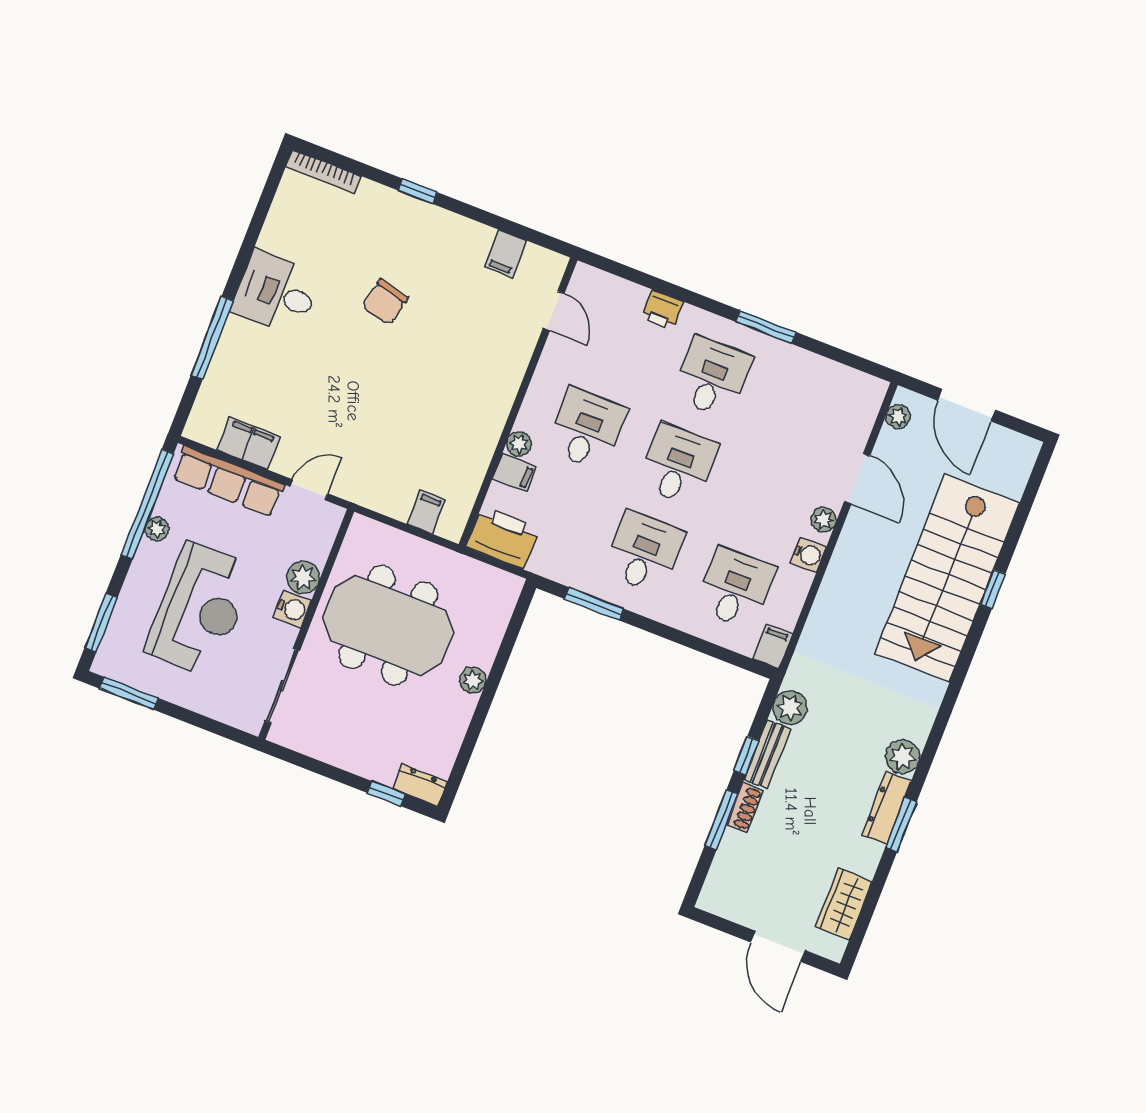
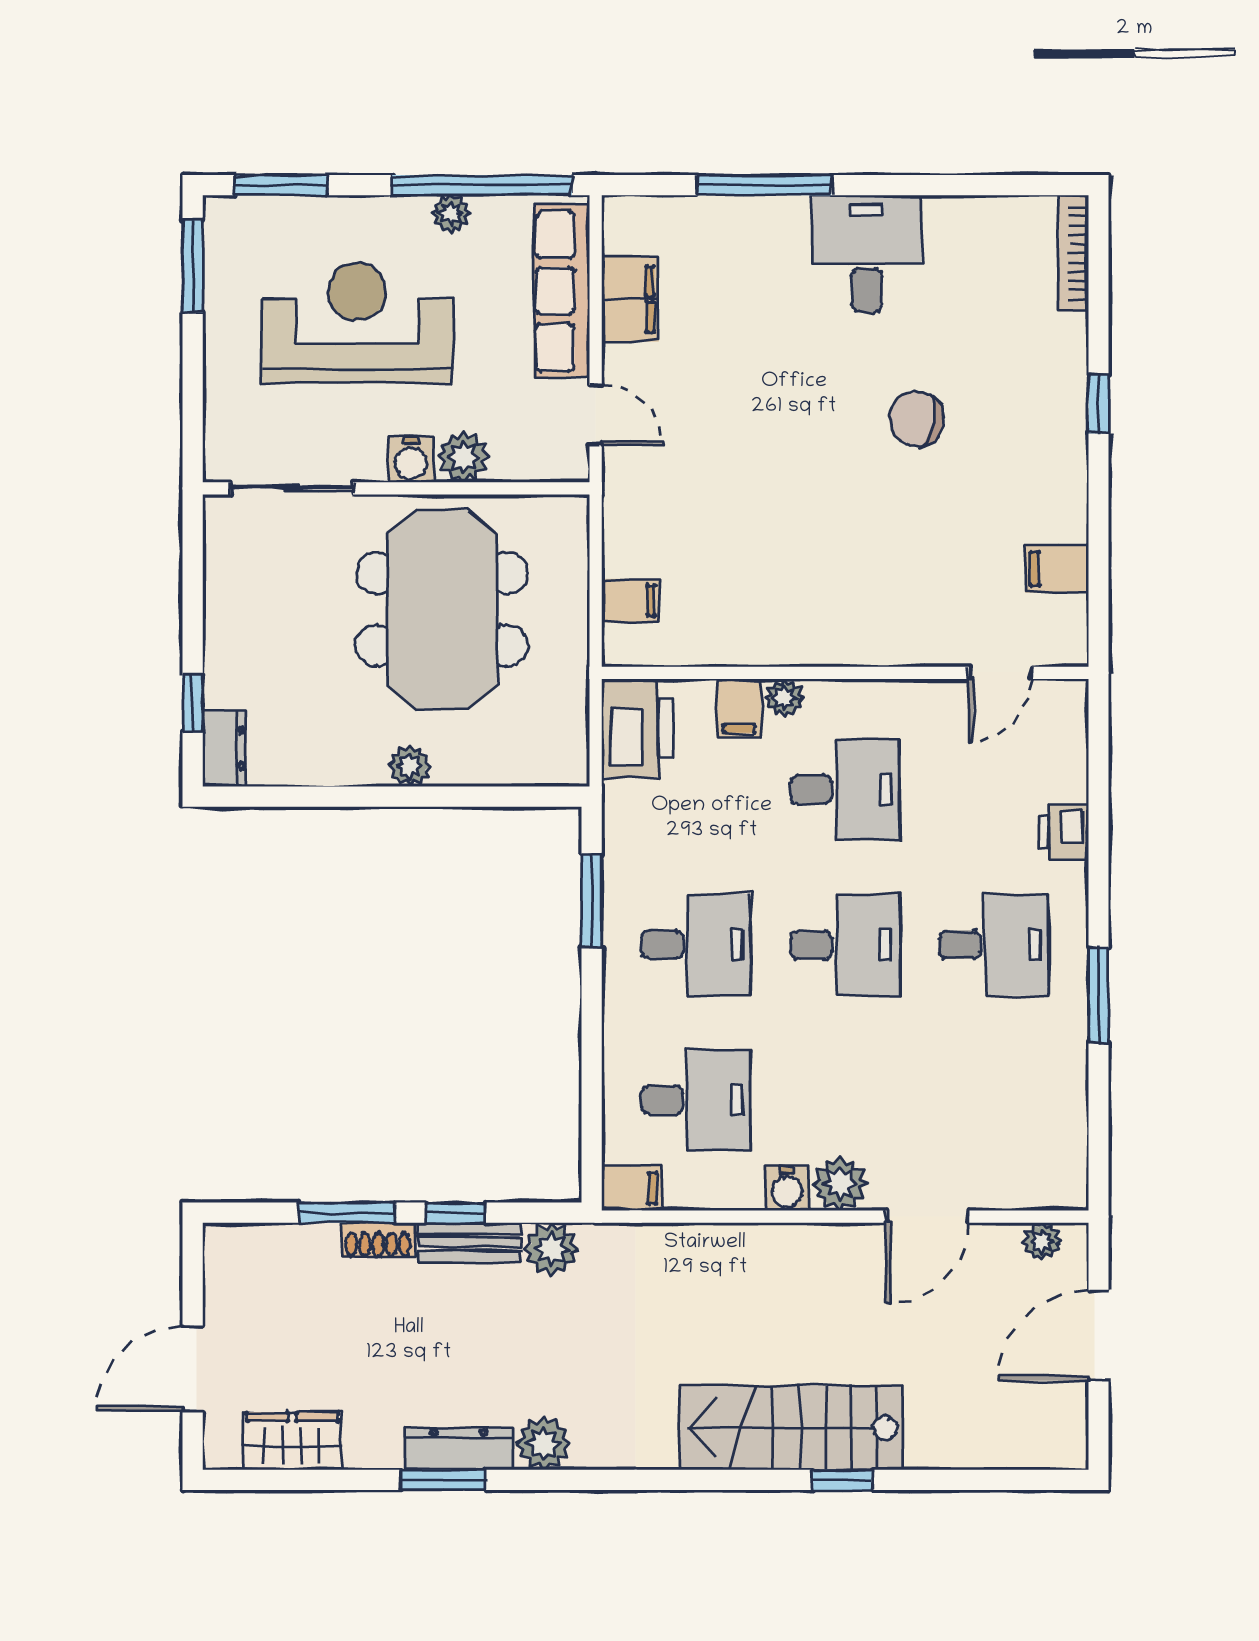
plant: (824, 520) -> (840, 1184), width x1.38, depth x1.38
stairs: (947, 578) -> (792, 1428), width x0.73, depth x0.66
reception desk: (200, 609) -> (357, 323), turned 180

